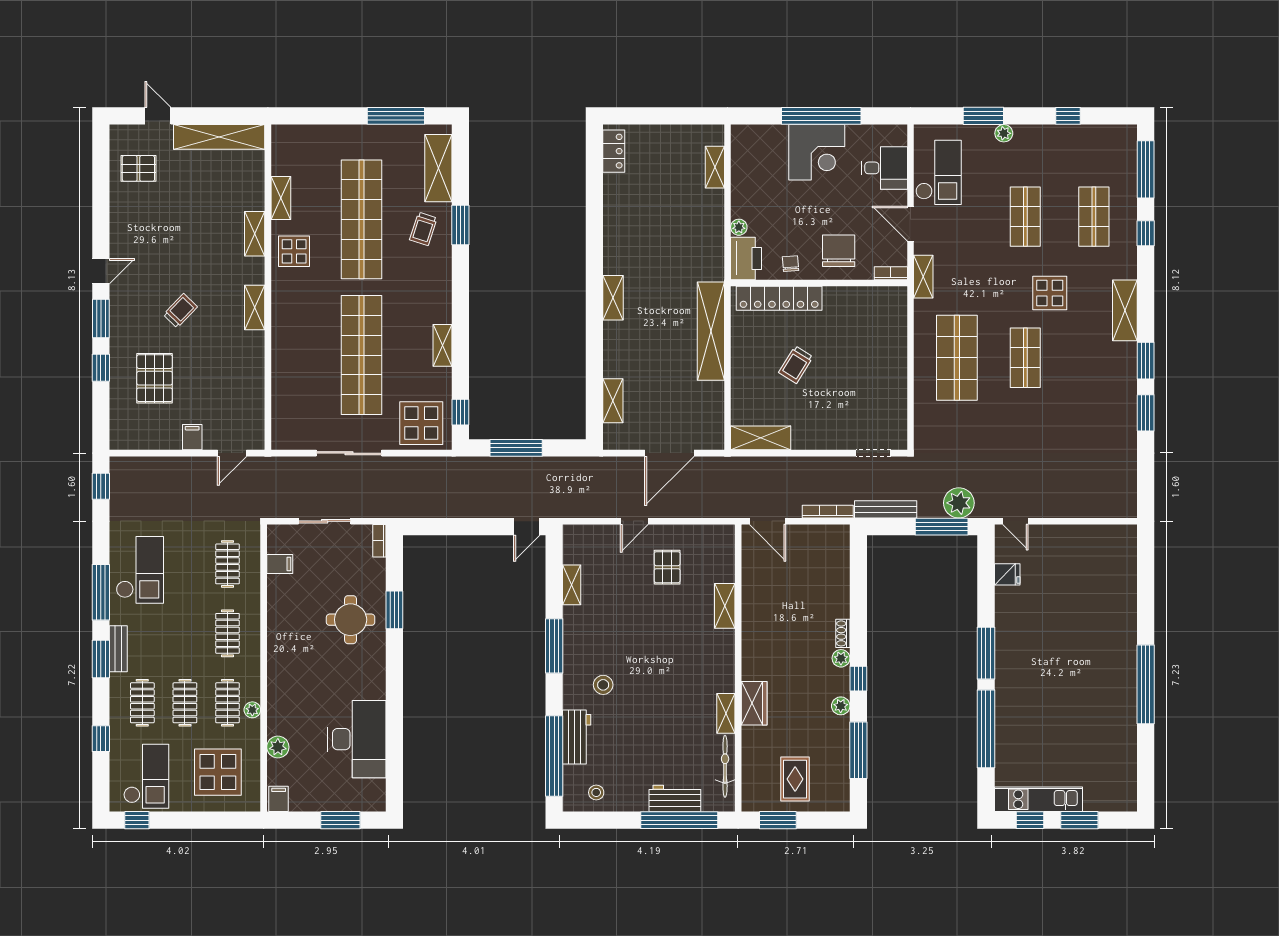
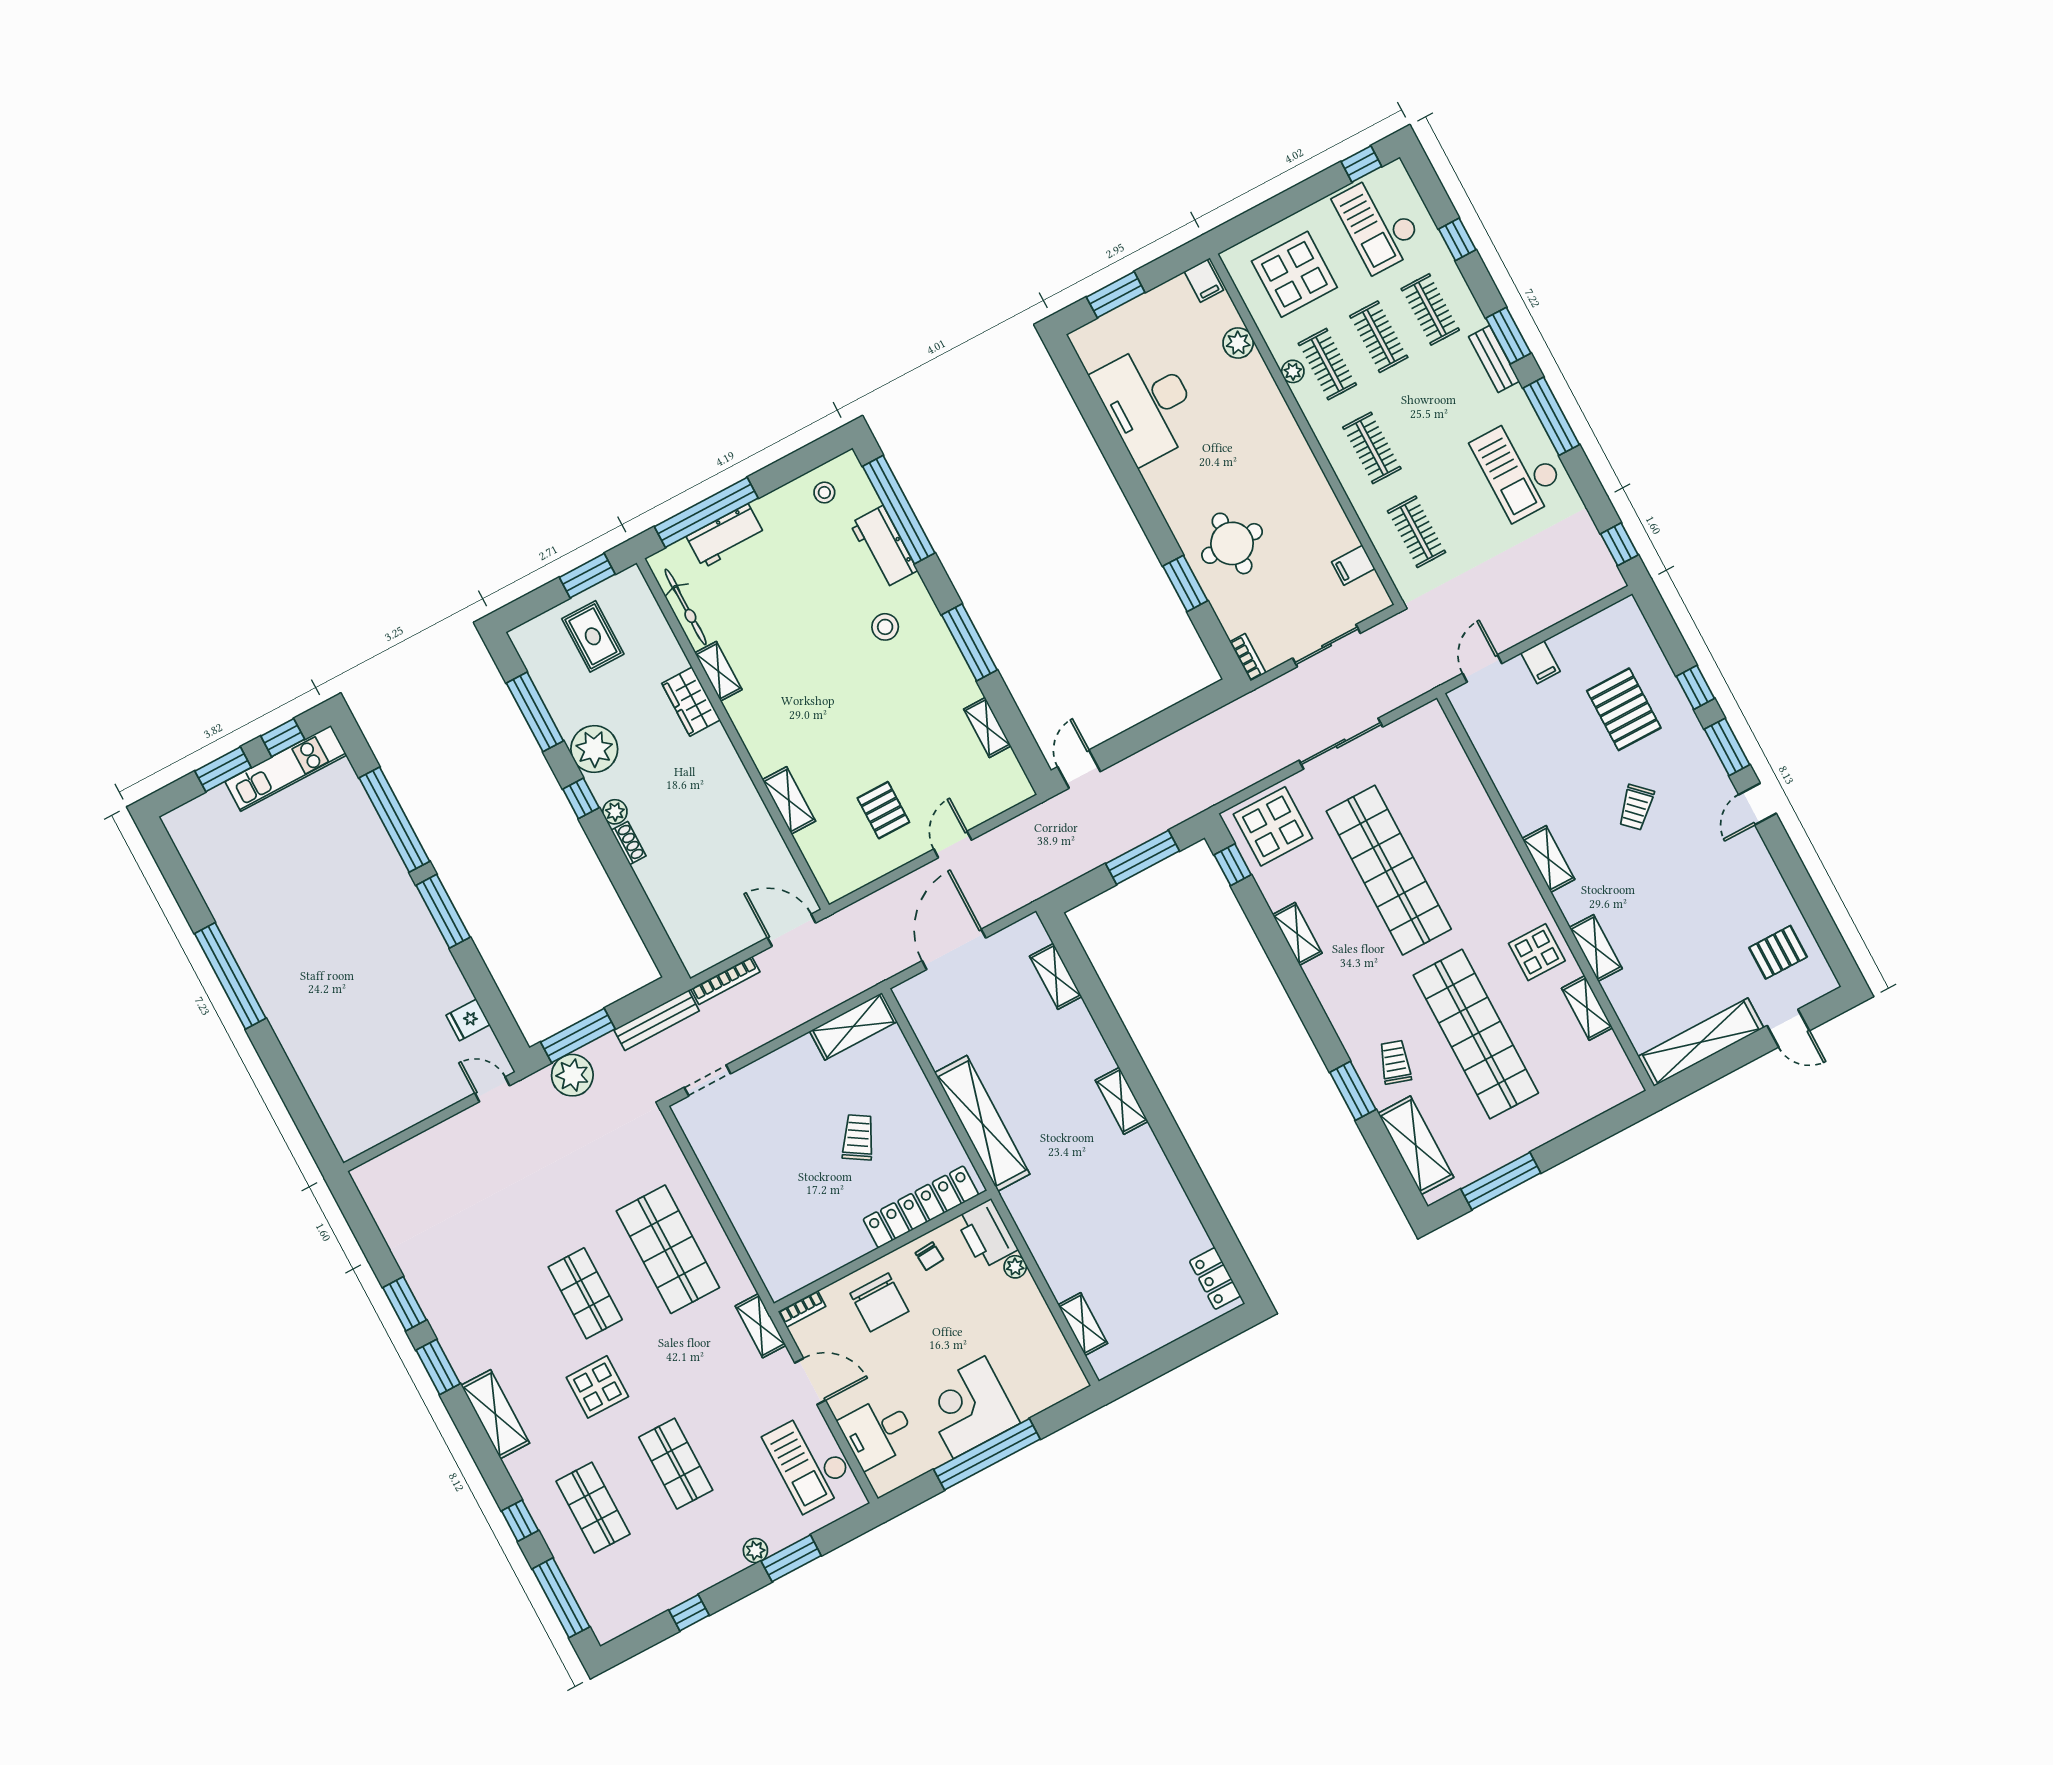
plant: (841, 706) -> (594, 749), width x1.88, depth x1.88

